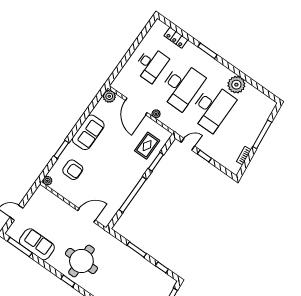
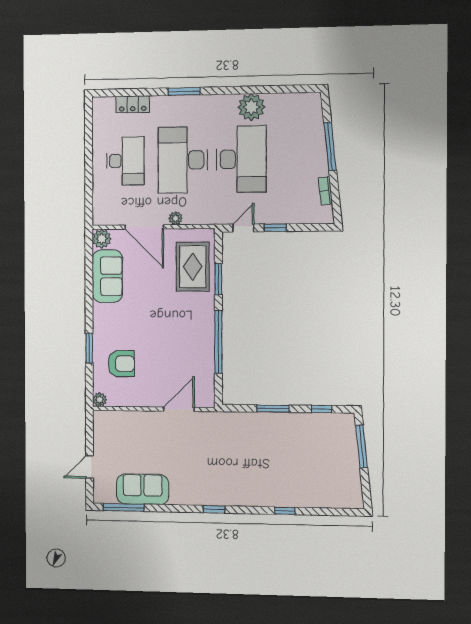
desk: (182, 86) -> (183, 160), turned 180
sofa: (88, 132) -> (107, 276), moved
rug: (147, 146) -> (193, 267), width x1.36, depth x1.43
round table: (81, 261) -> (213, 472), removed

